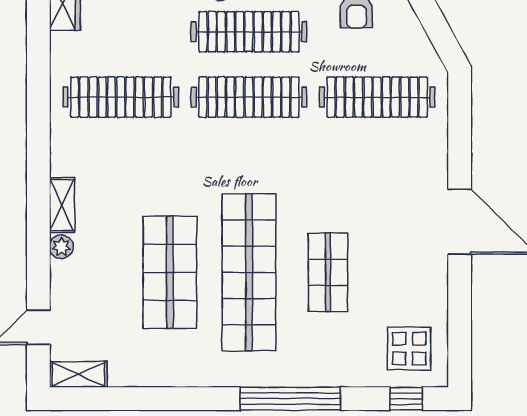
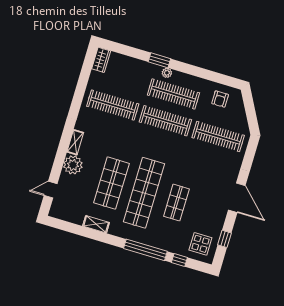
plant: (61, 247) -> (73, 165), width x1.87, depth x1.87
window: (460, 321) -> (225, 239), added
shelving: (78, 374) -> (96, 224), moved
window: (406, 399) -> (179, 260), moved

